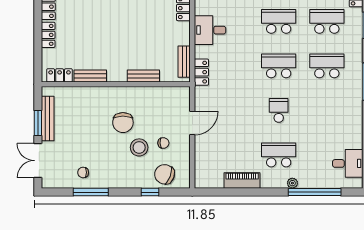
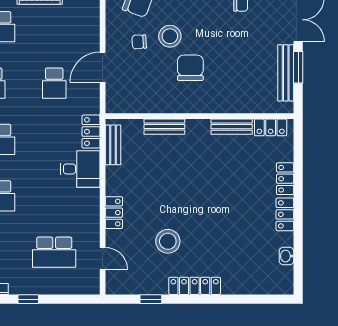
desk: (210, 30) -> (80, 169), moved
school desk: (231, 110) -> (54, 83), added

